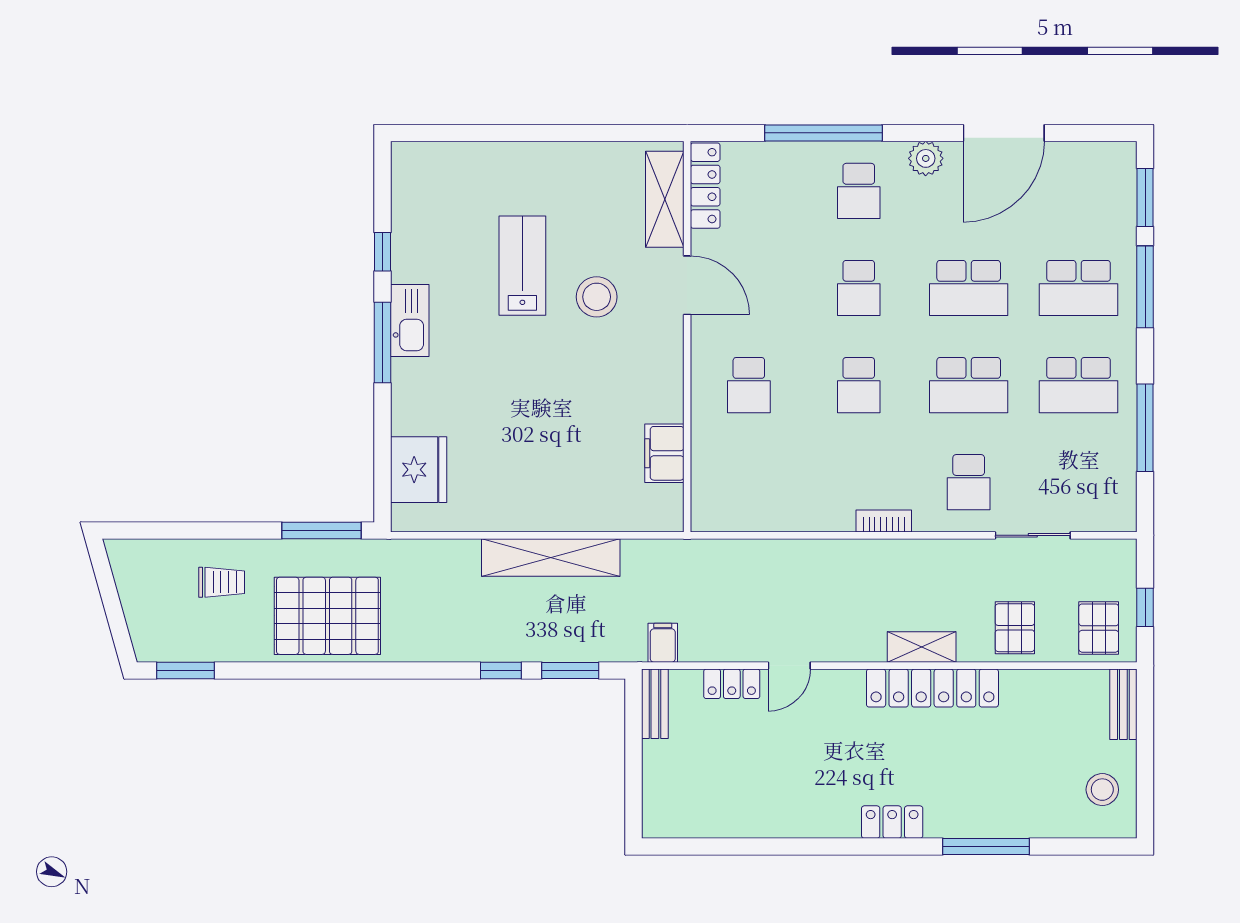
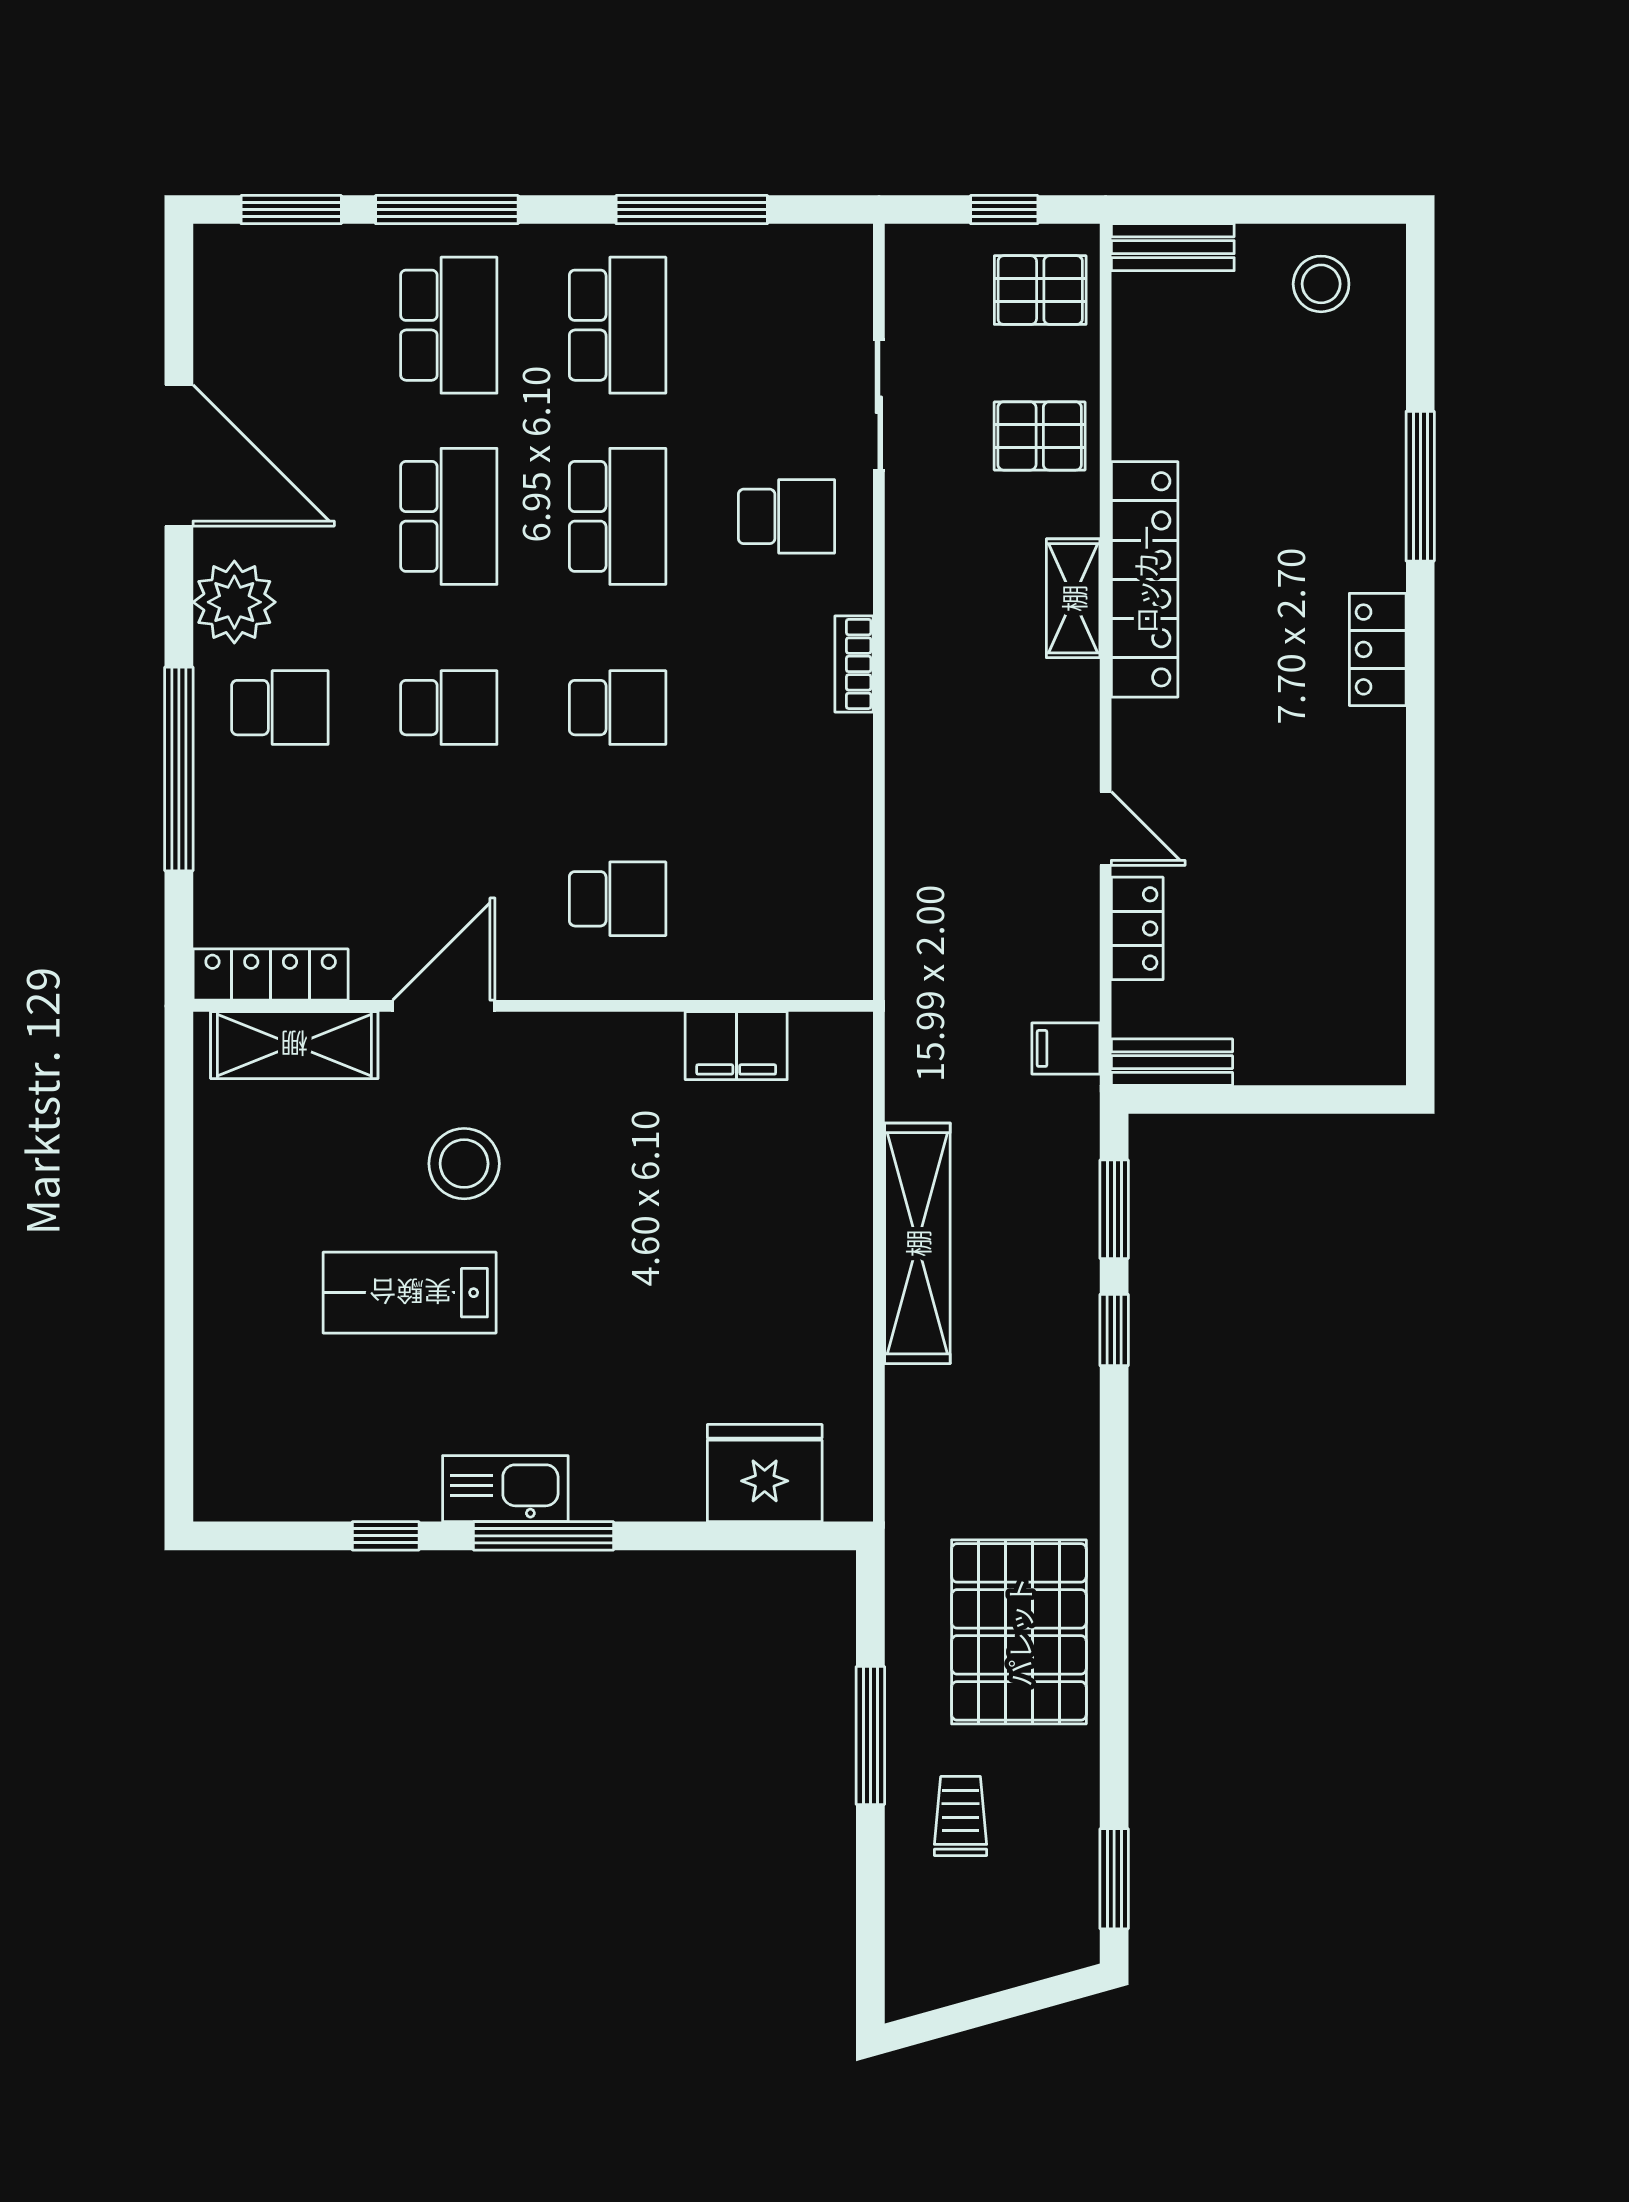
plant: (926, 158) -> (234, 602), width x1.36, depth x1.36
window: (322, 530) -> (870, 1736), moved

